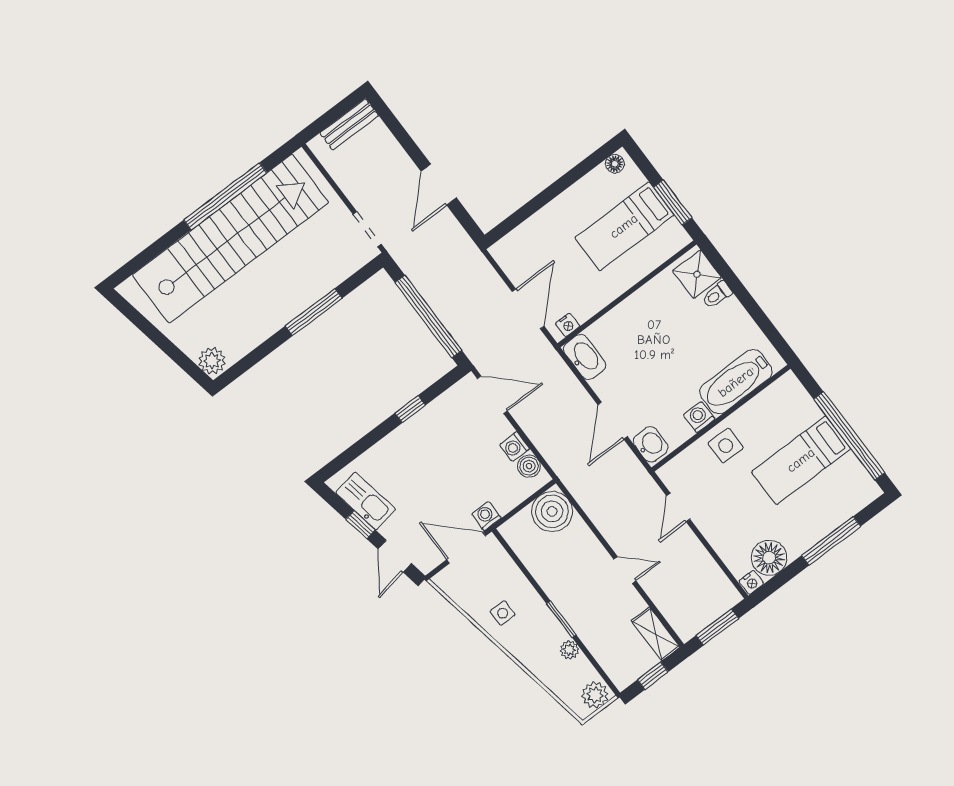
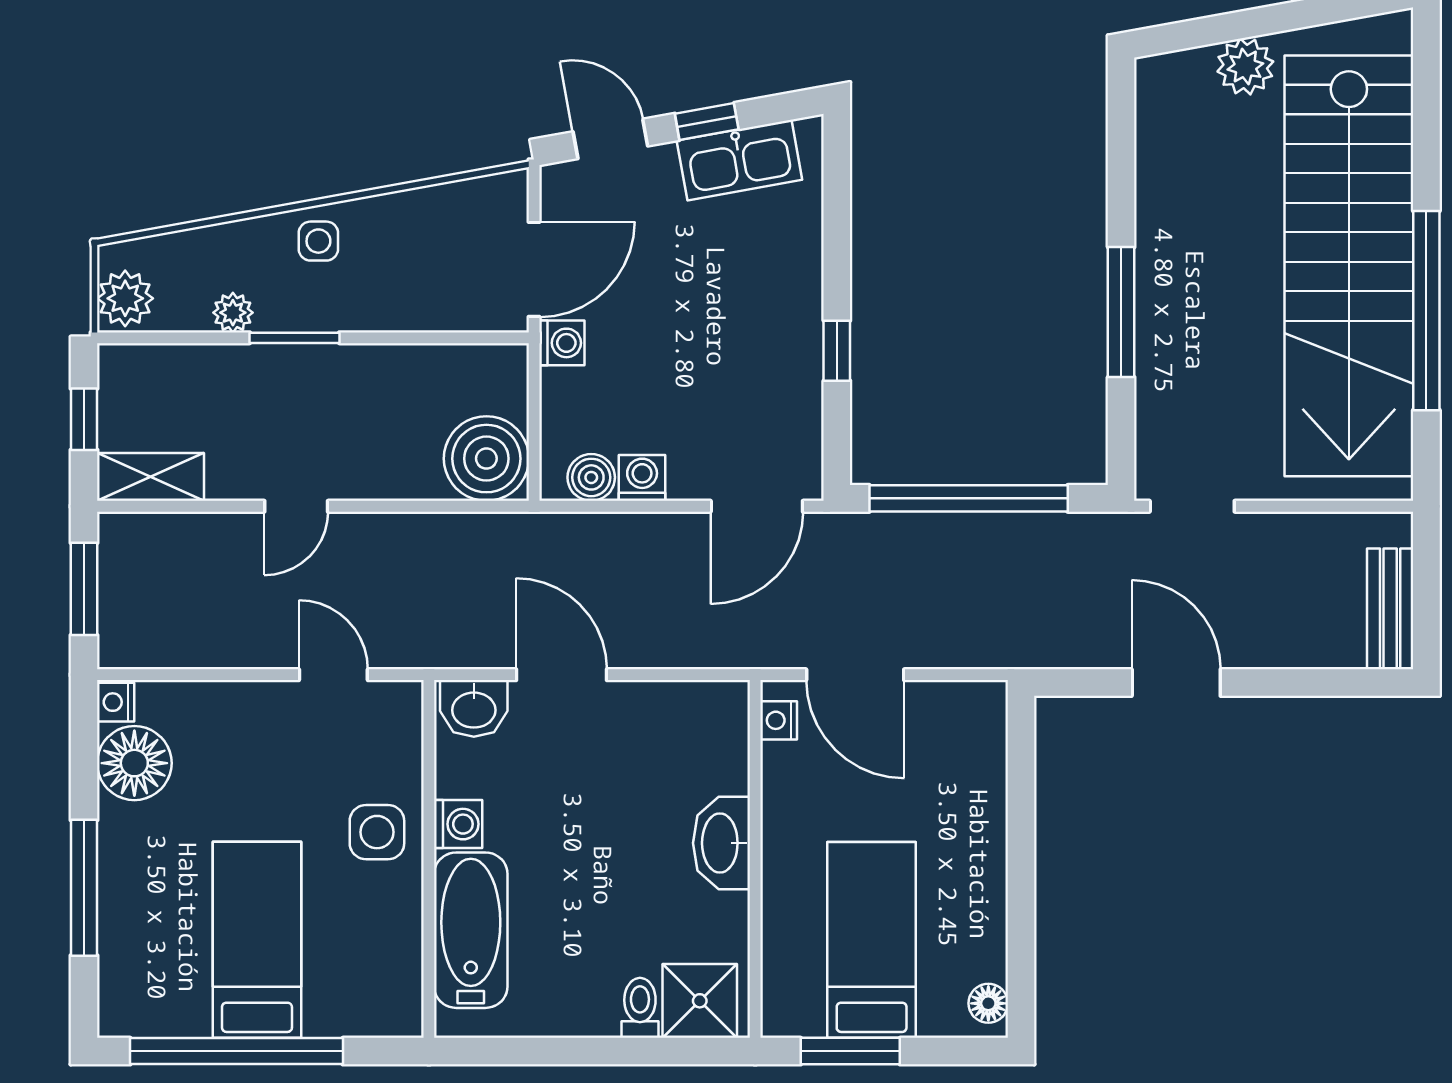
washbasin: (585, 357) -> (722, 843), moved, turned 90
plant: (212, 361) -> (1245, 66), moved
side table: (503, 613) -> (318, 241), moved

